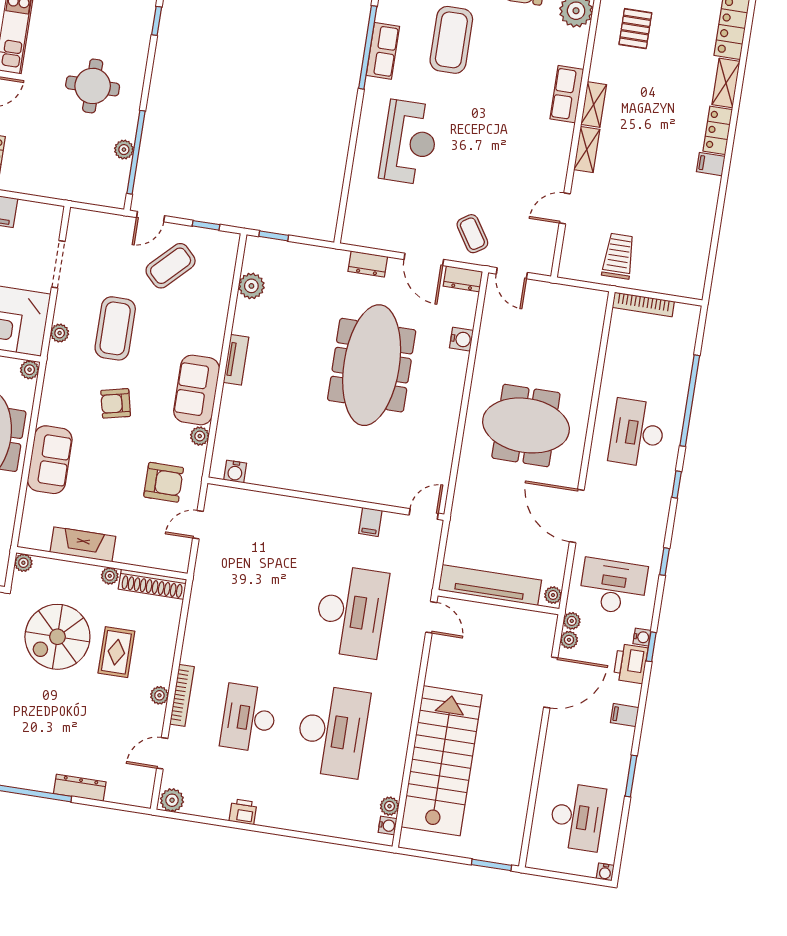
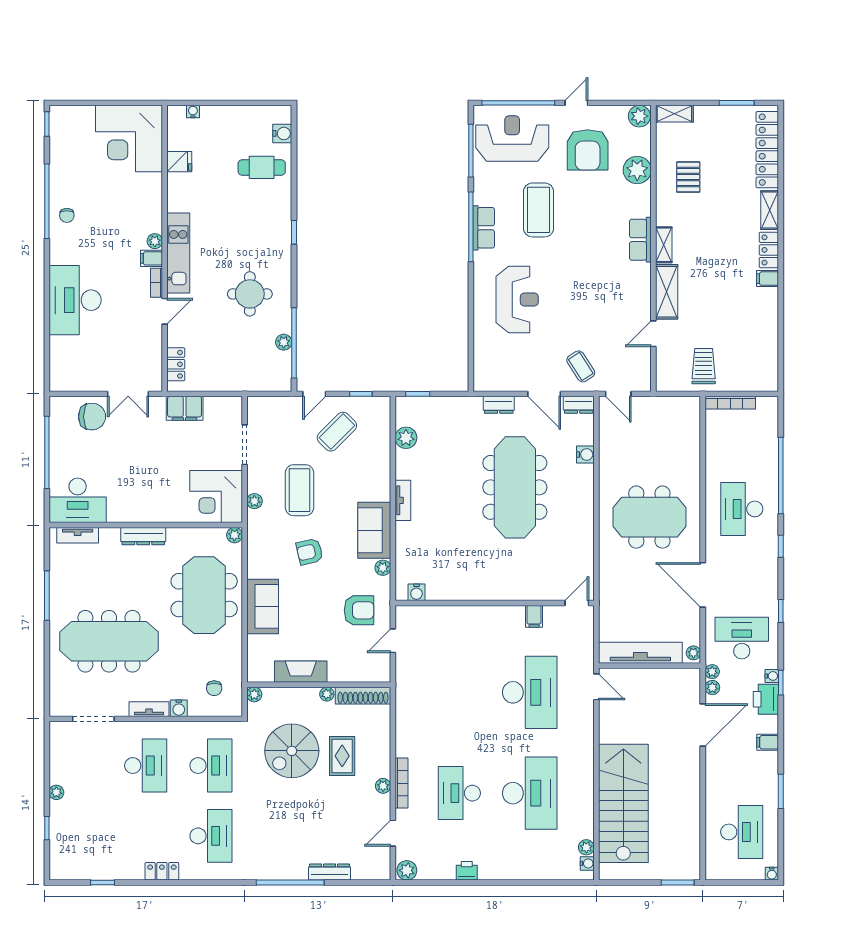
shelving: (587, 149) -> (667, 292), width x1.50, depth x1.33

